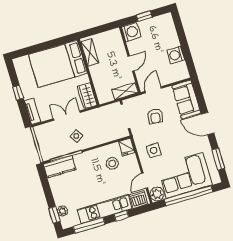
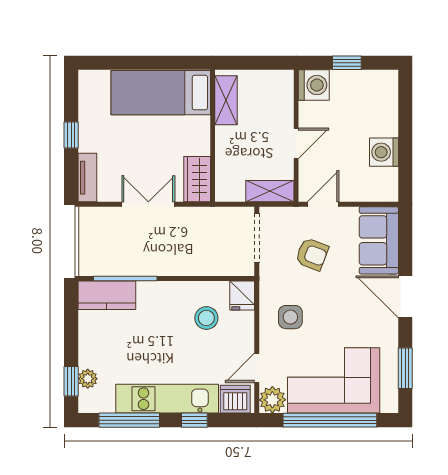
bed: (58, 64) -> (161, 93), width x0.67
armchair: (155, 116) -> (312, 254), turned -76
side table: (76, 136) -> (155, 247), removed

